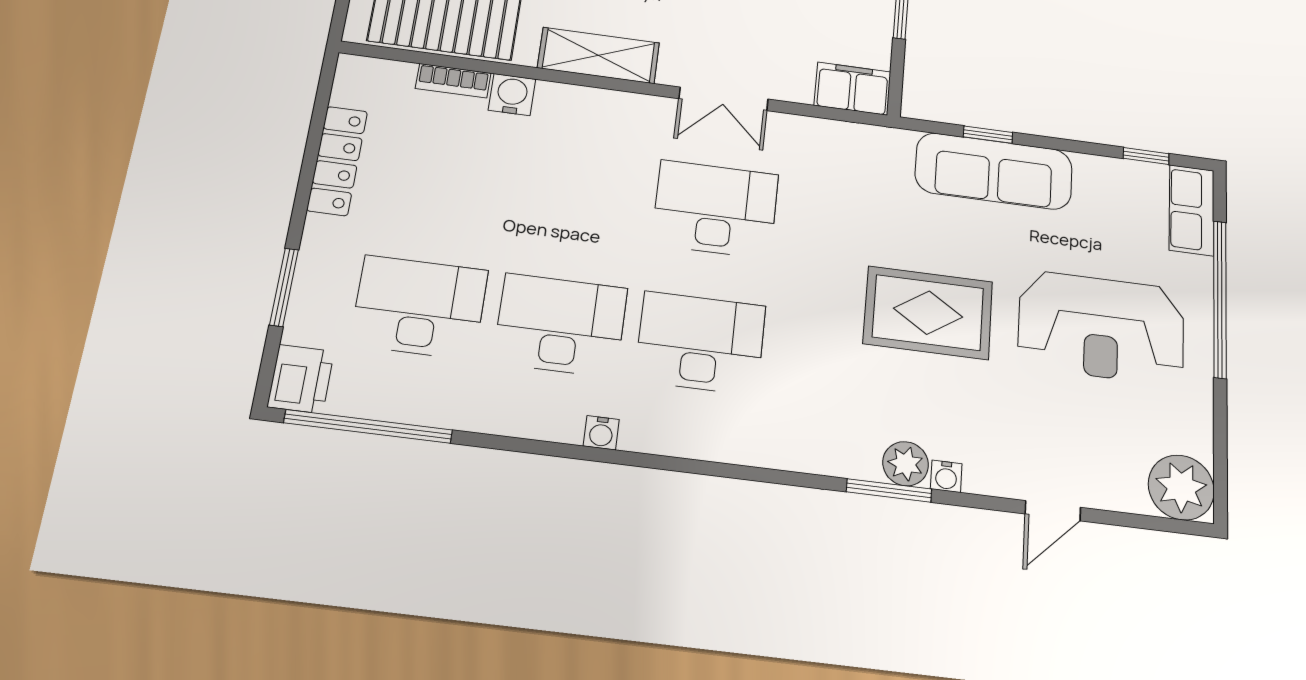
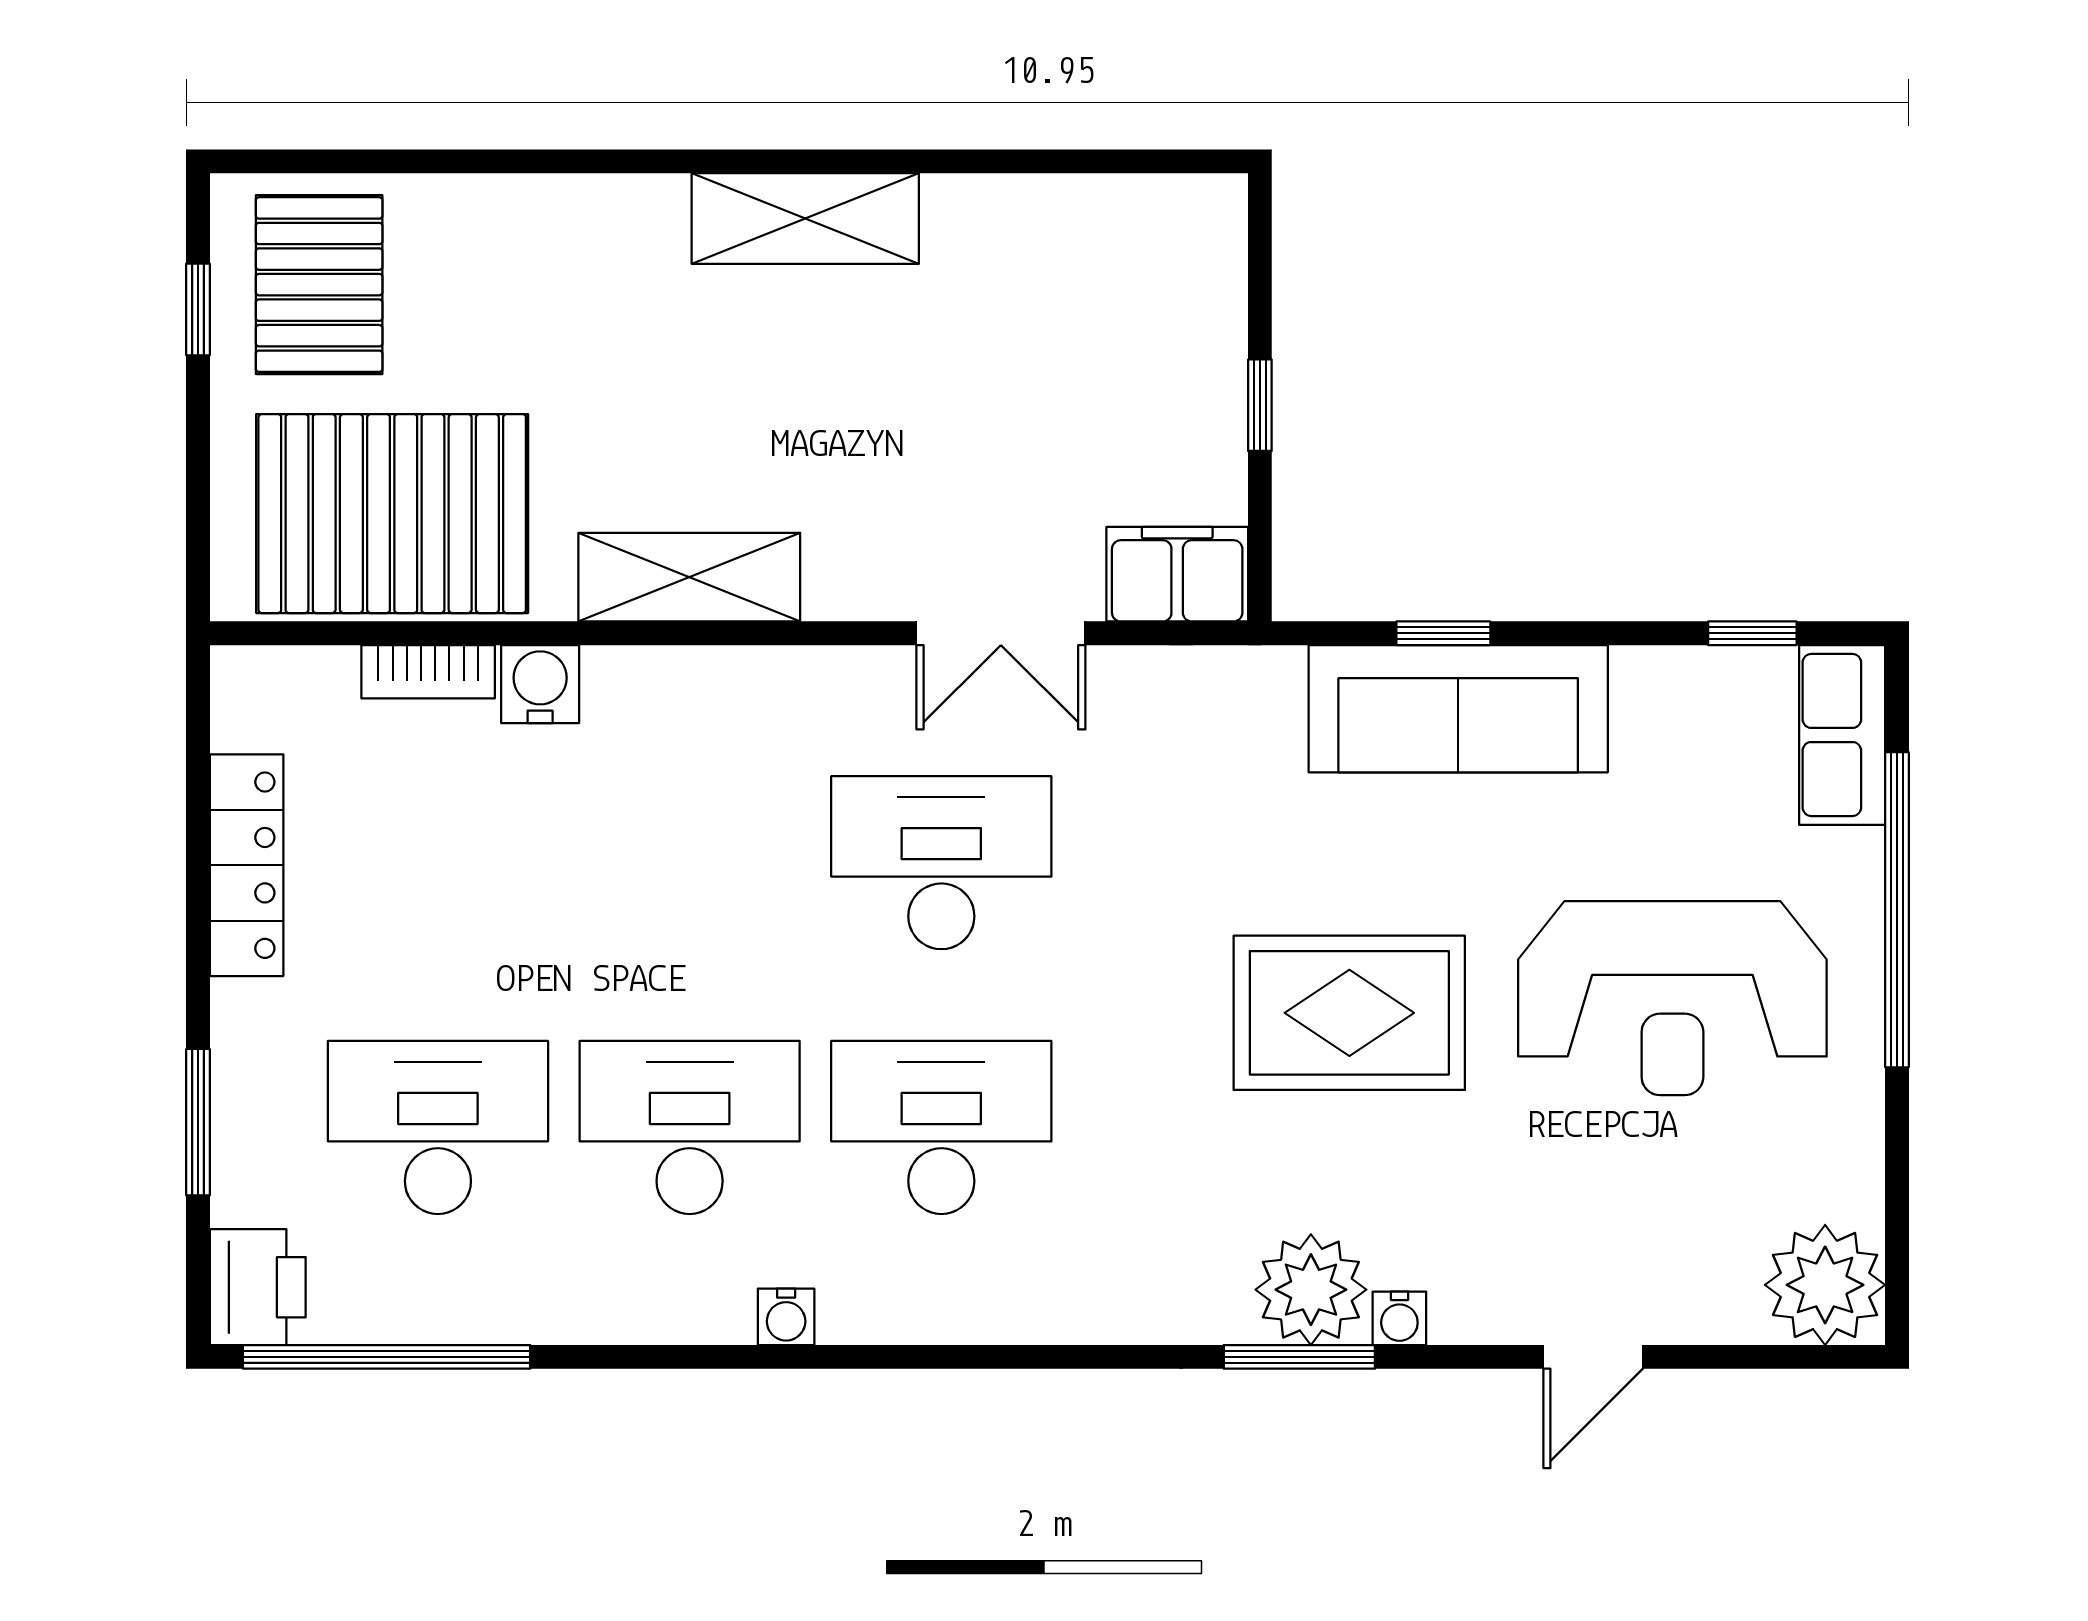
double door: (723, 99) -> (1001, 633), moved
plant: (906, 464) -> (1311, 1290), width x1.36, depth x1.36

